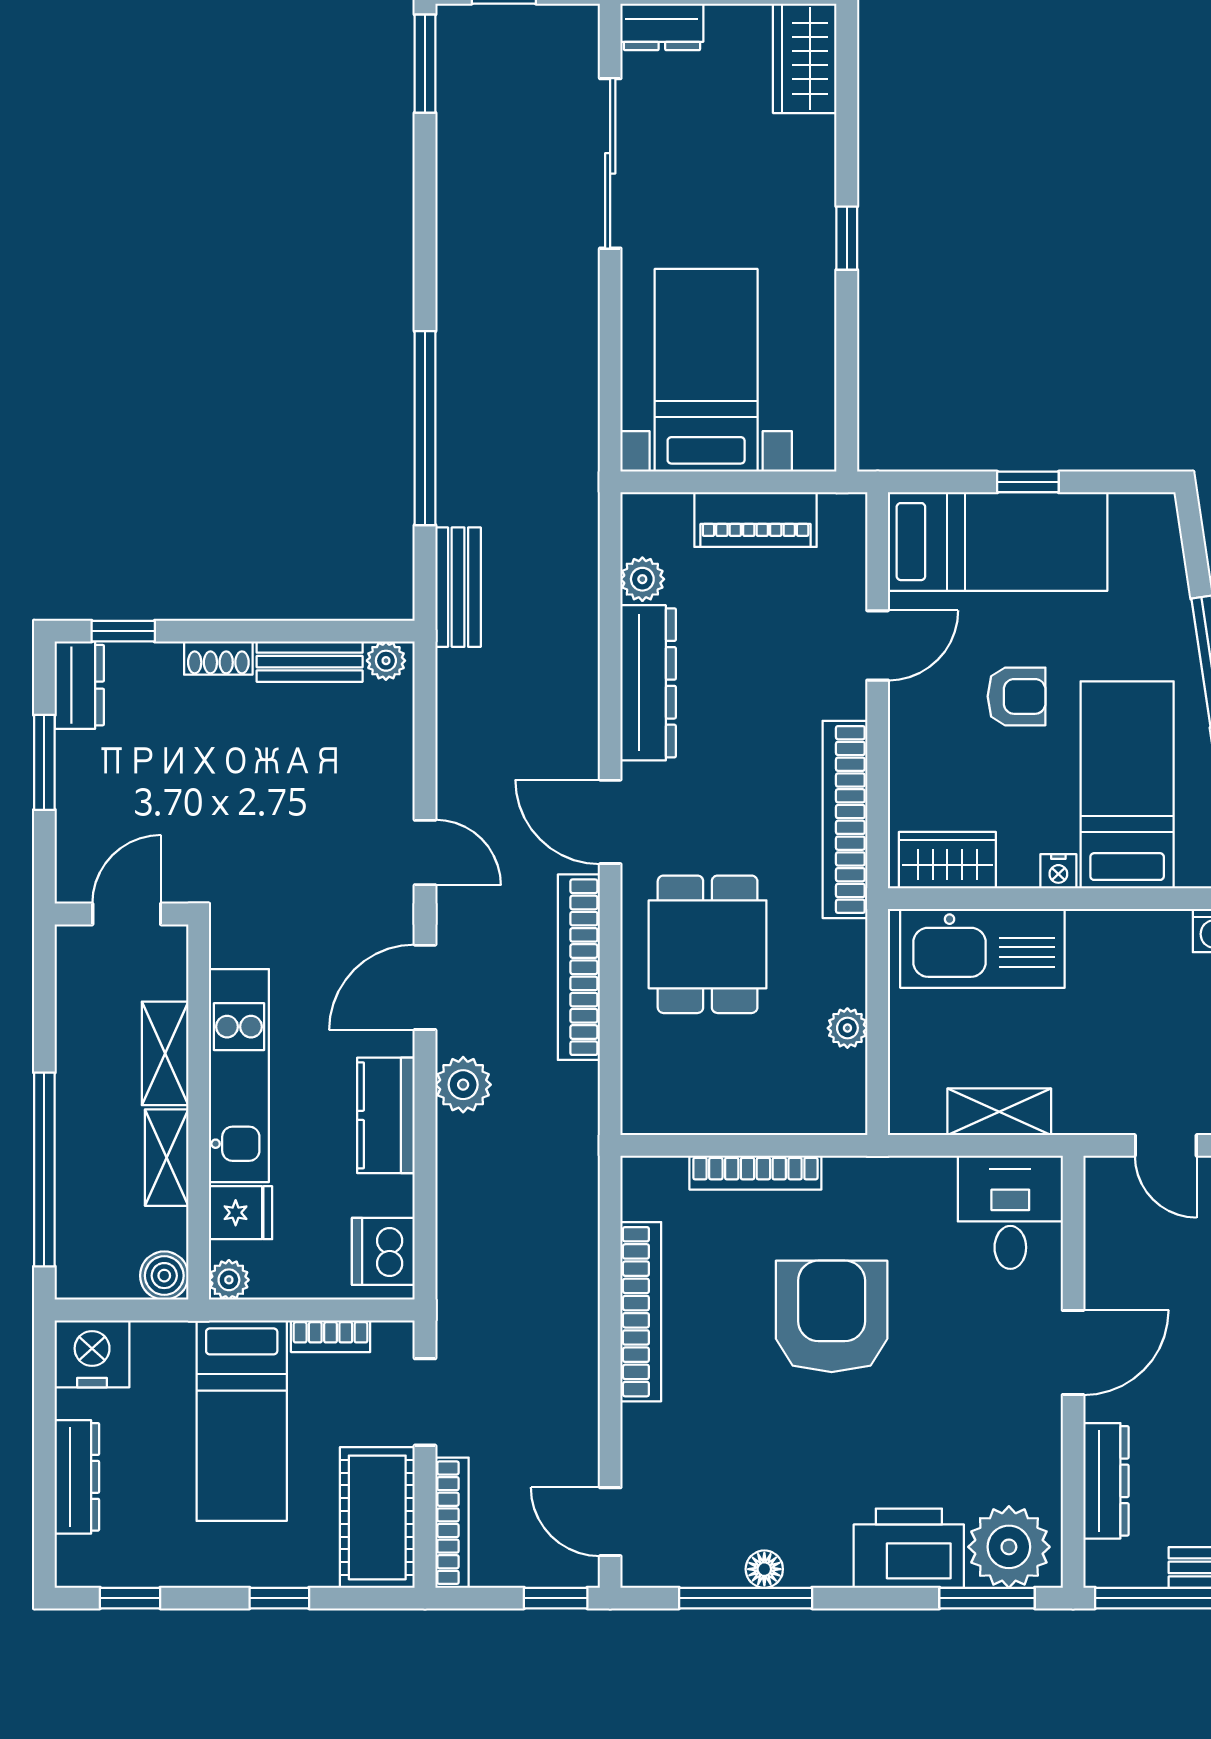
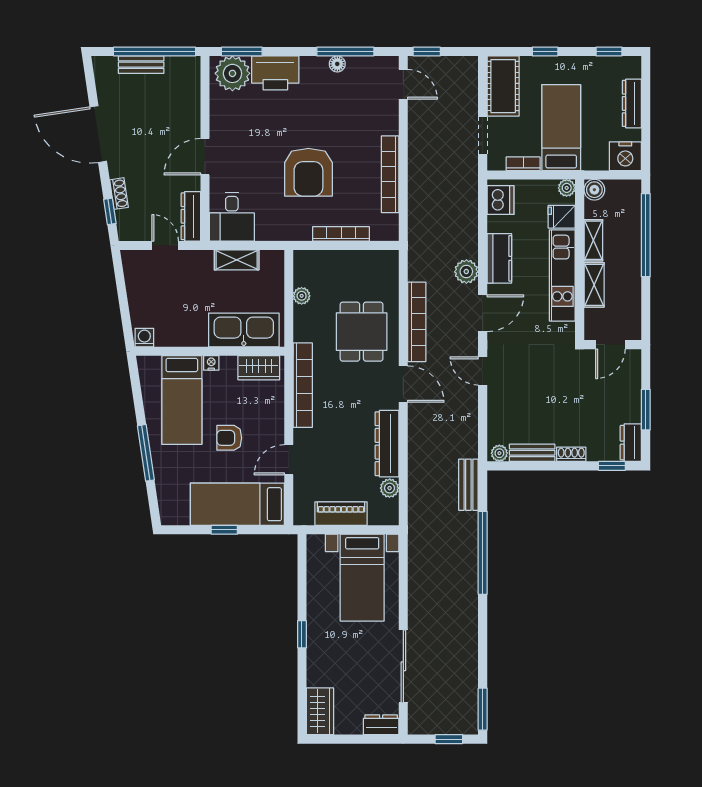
dresser: (1106, 1481) -> (191, 216), moved
bookcase: (452, 1523) -> (471, 84), removed

